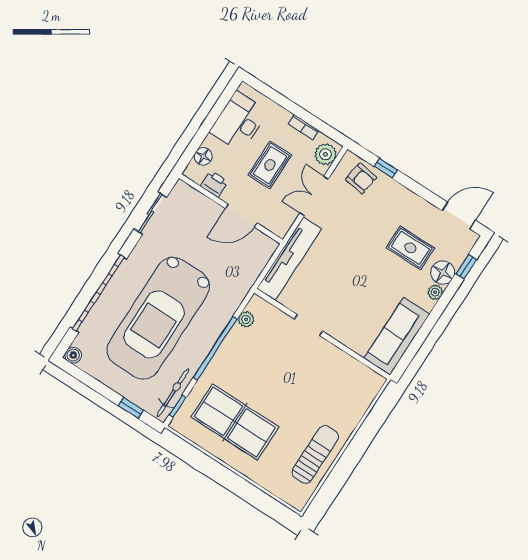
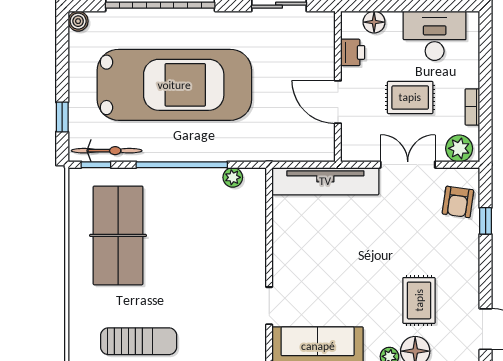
car: (158, 318) -> (174, 85), turned 180
doorway: (309, 325) -> (269, 306), moved

